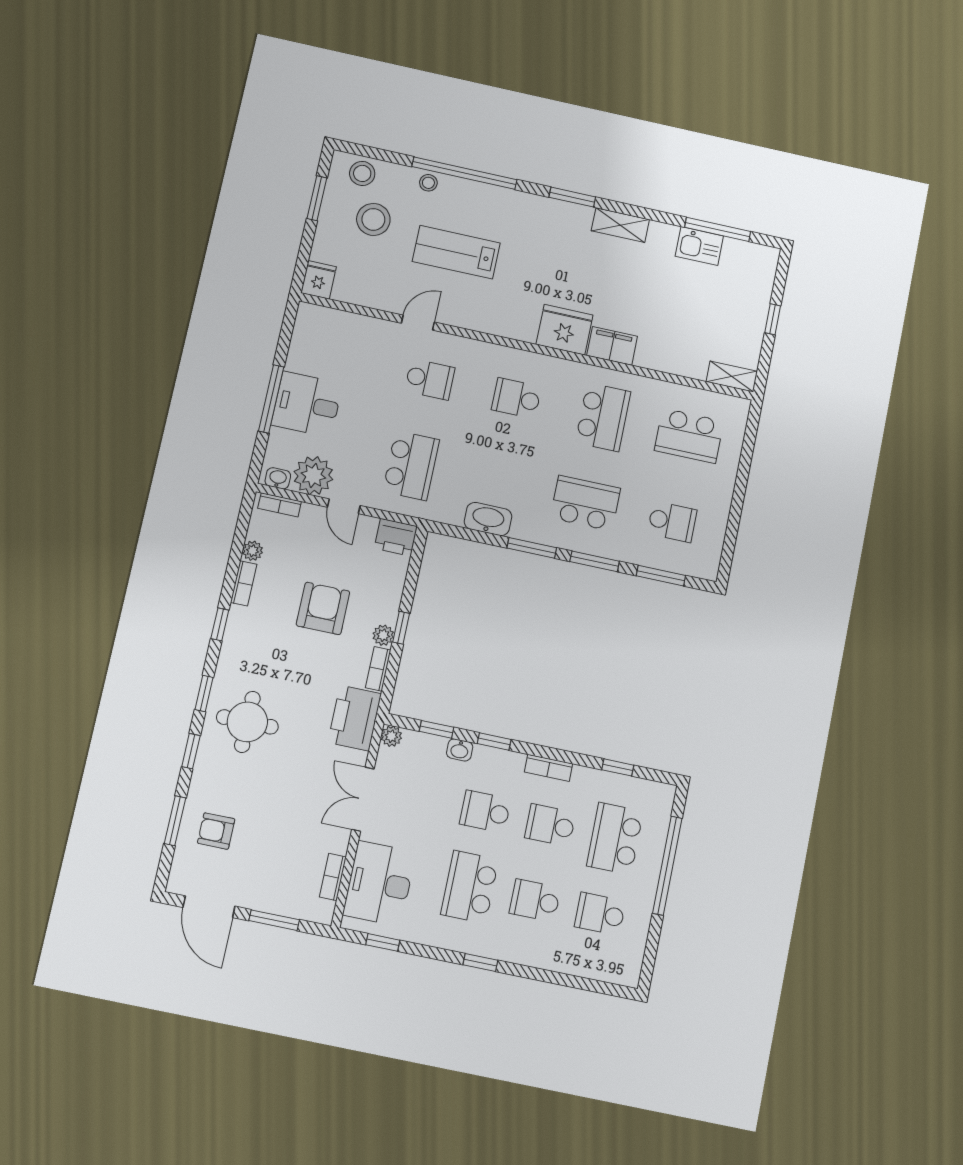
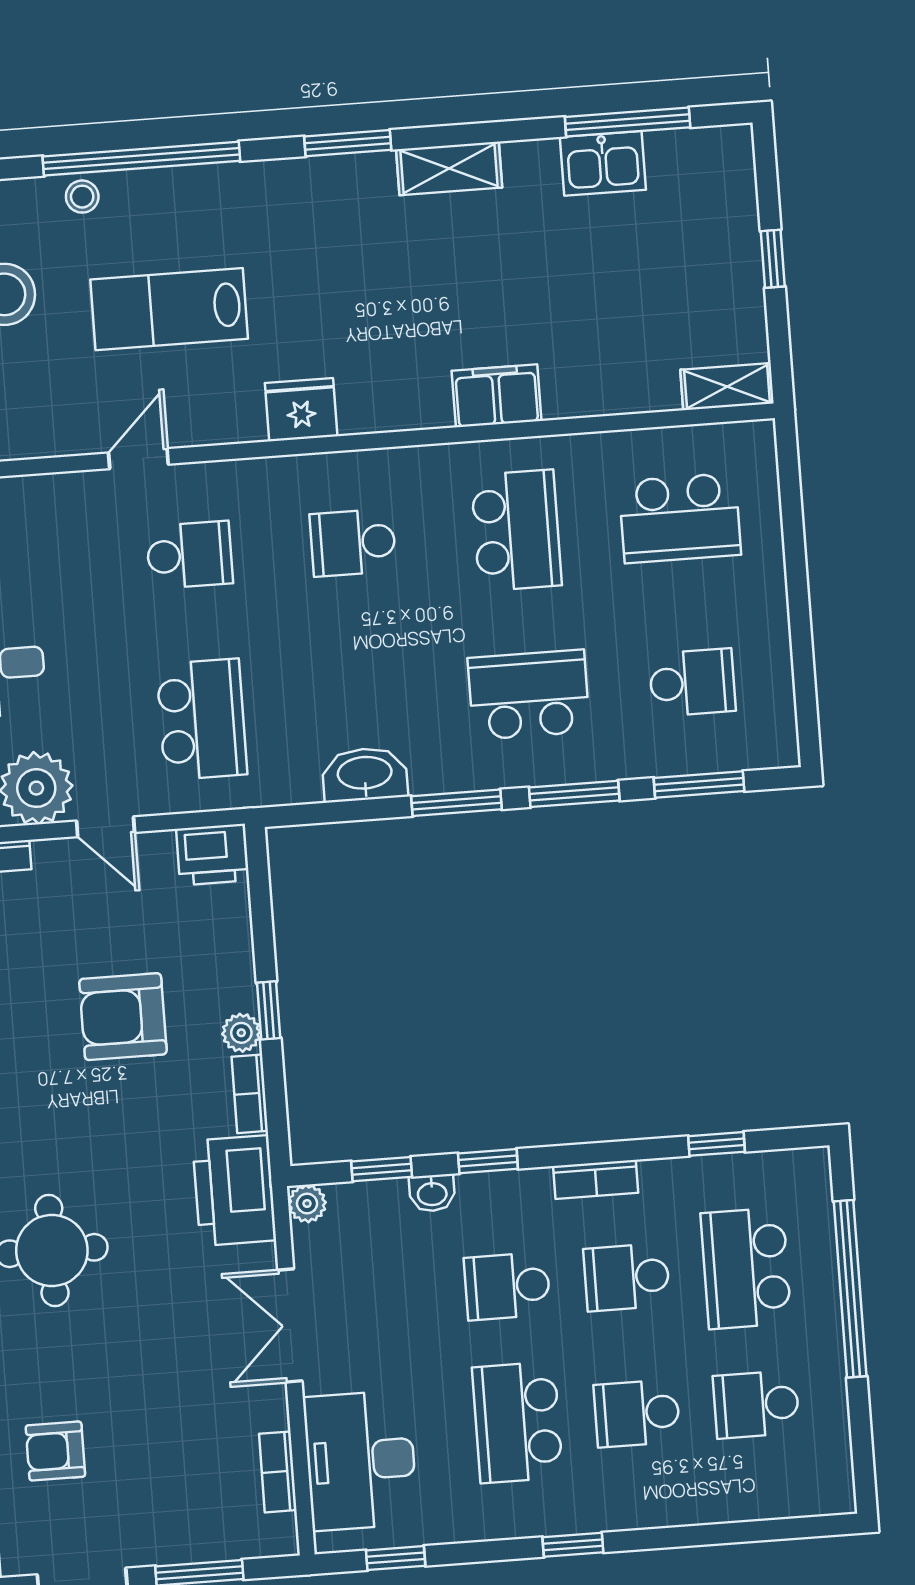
fridge: (564, 330) -> (301, 410), moved, width x0.73, depth x0.75
armchair: (323, 608) -> (123, 1017), turned -90

